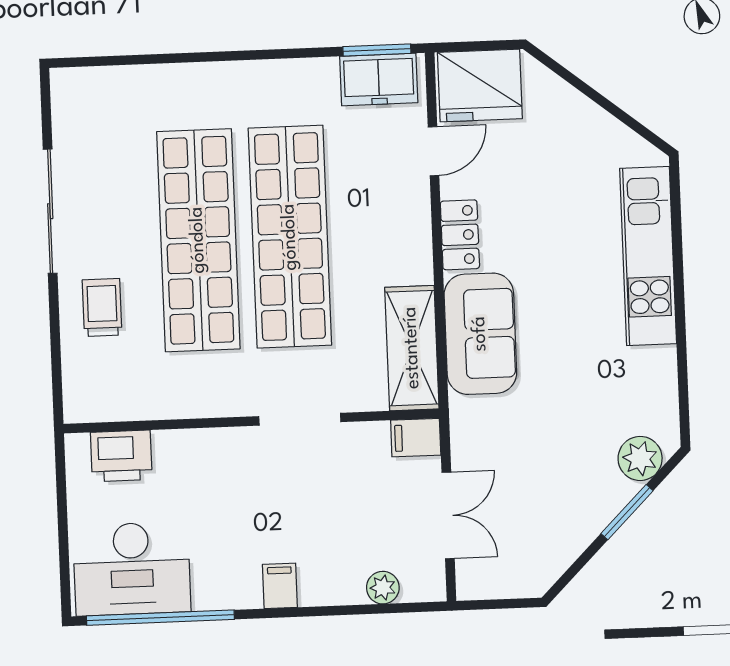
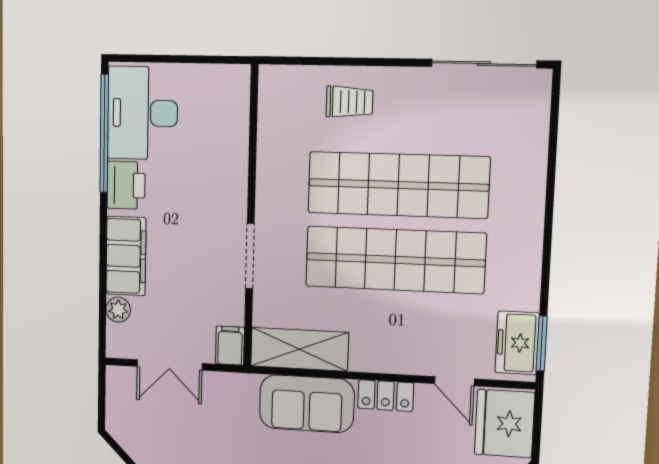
sliding door: (50, 211) -> (484, 64), moved
printer: (121, 456) -> (126, 185), moved, turned 180
filing cabinet: (280, 586) -> (126, 256), width x3.00, depth x1.17

